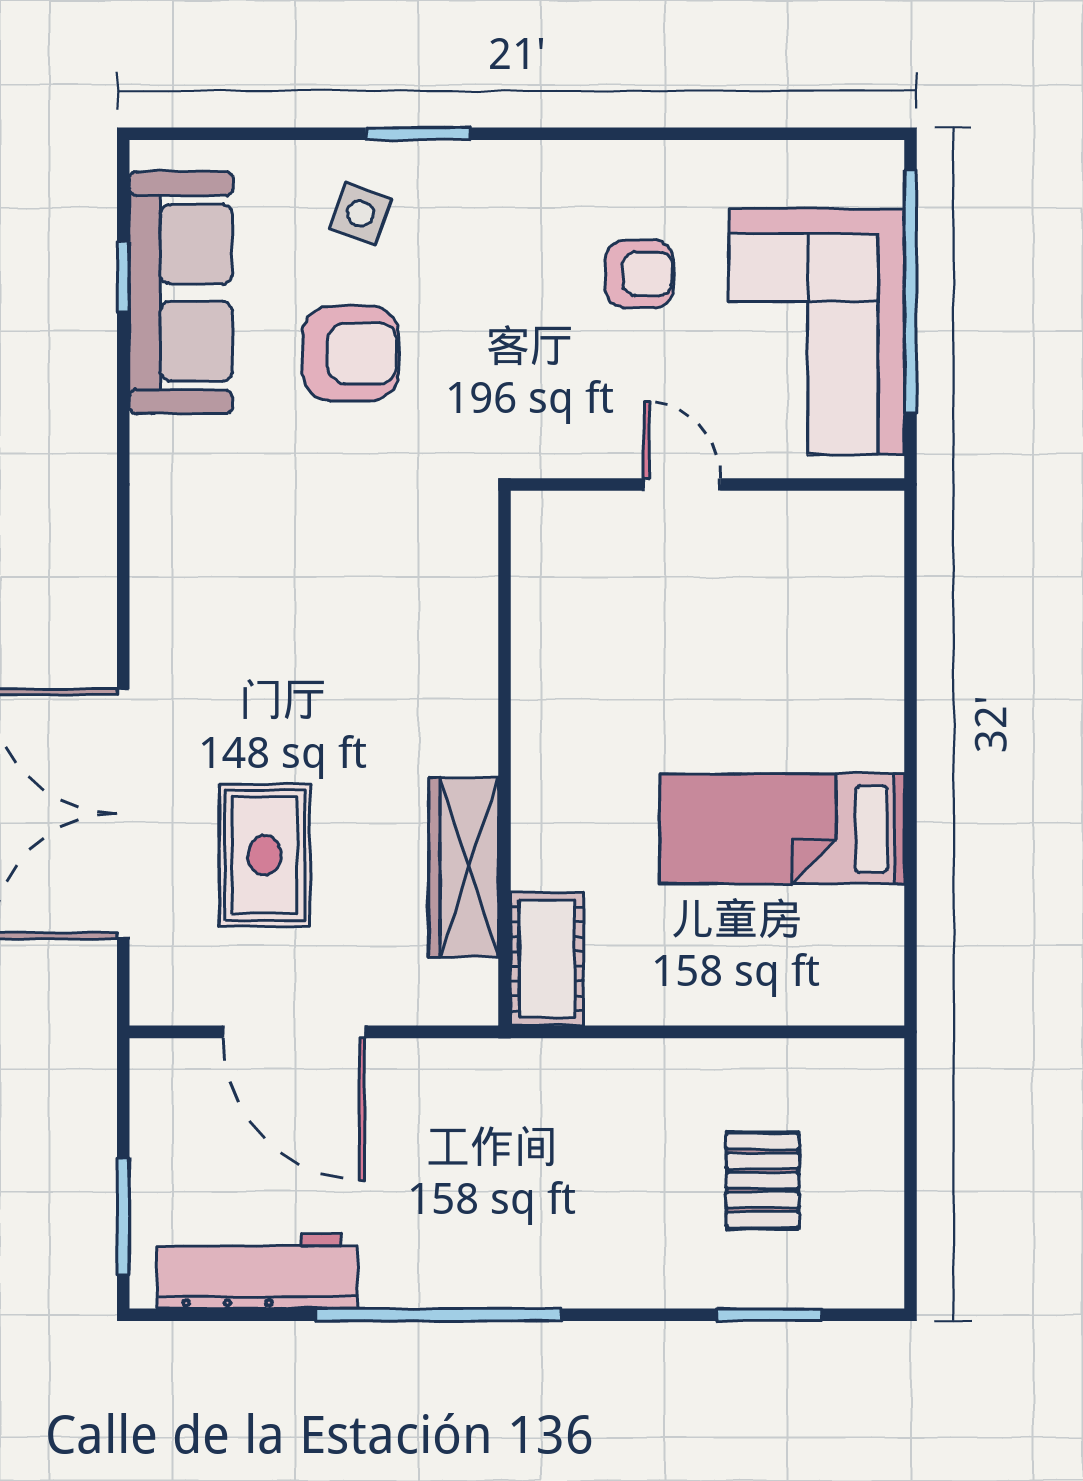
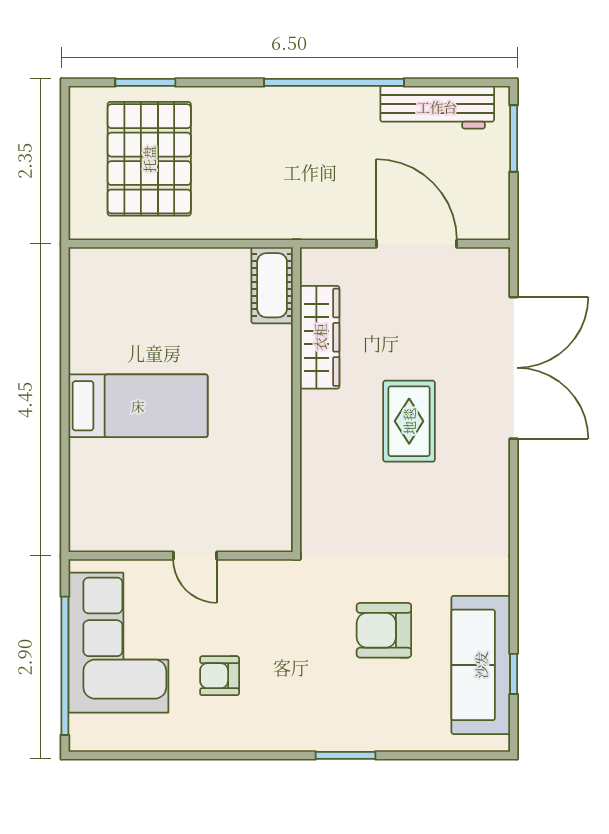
side table: (360, 213) -> (378, 710), removed
bed: (782, 829) -> (138, 406), moved
rug: (265, 855) -> (409, 421), moved
pallet: (763, 1181) -> (149, 159), width x2.05, depth x2.00

